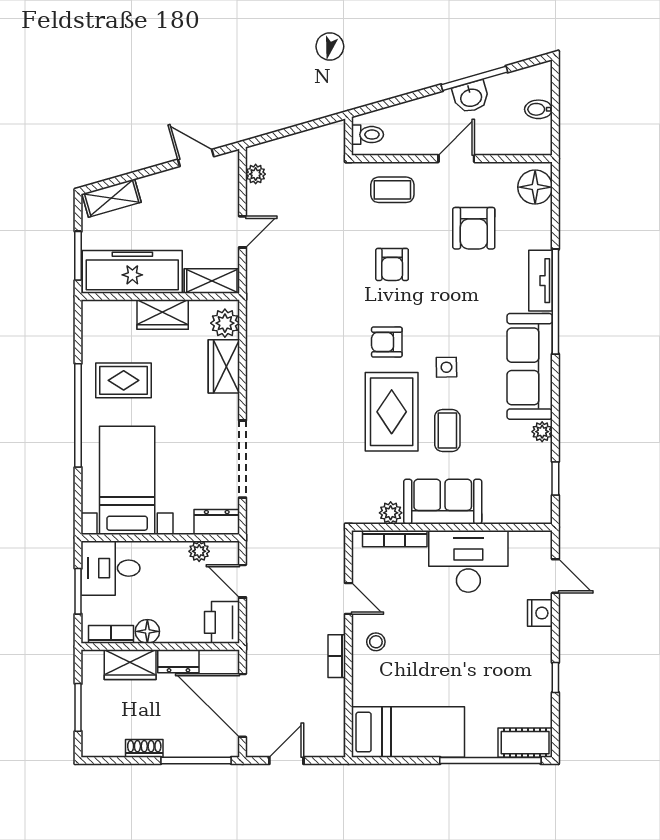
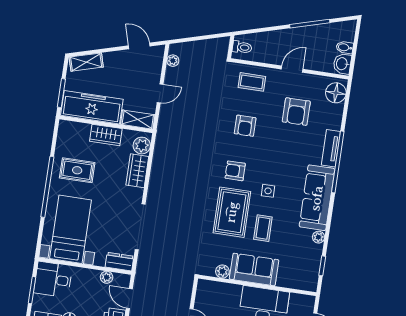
washbasin: (471, 97) -> (342, 64), moved, turned 106
bookcase: (395, 539) -> (223, 287), removed

